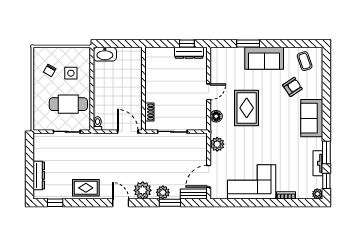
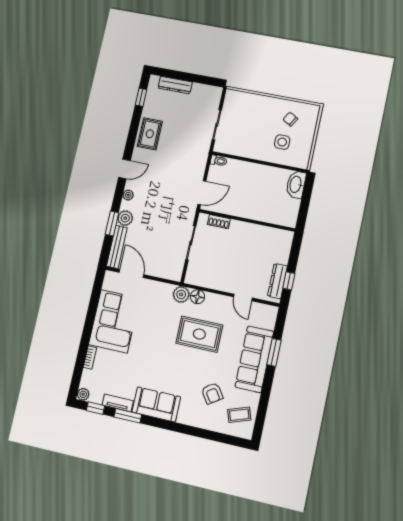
sofa: (264, 58) -> (254, 359), width x1.36
door: (209, 92) -> (243, 297), moved
cafe table: (68, 104) -> (248, 133), removed
sofa: (312, 118) -> (156, 404), moved
plant: (217, 144) -> (181, 294), moved
plant: (143, 190) -> (128, 195), width x0.53, depth x0.53
bench: (194, 194) -> (117, 247), width x1.36

